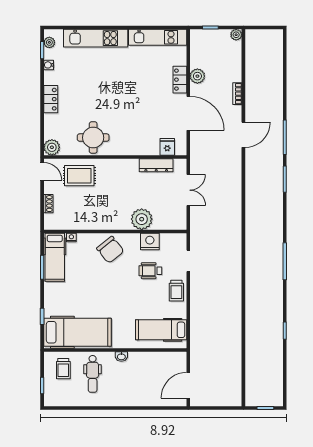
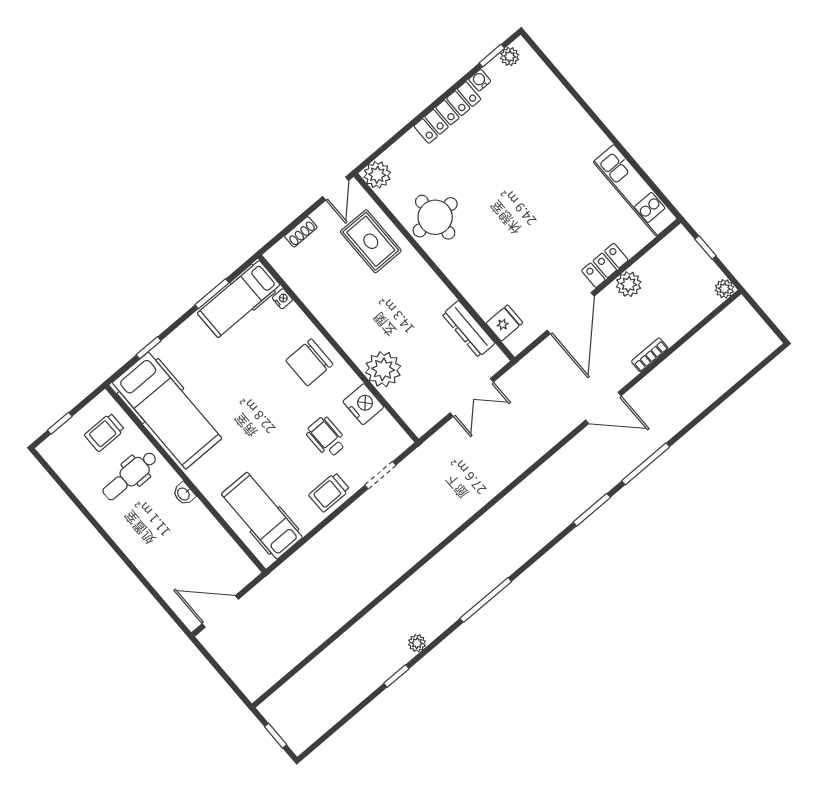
kitchen unit: (96, 38) -> (566, 111), removed
locker: (51, 99) -> (447, 113), width x1.53
chair: (110, 250) -> (309, 362), turned 39
plant: (278, 309) -> (417, 643), added

